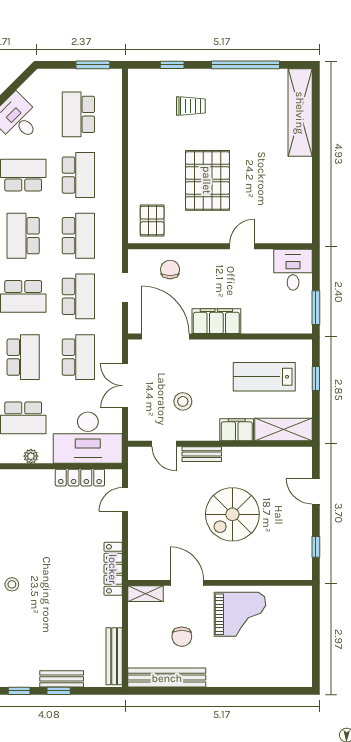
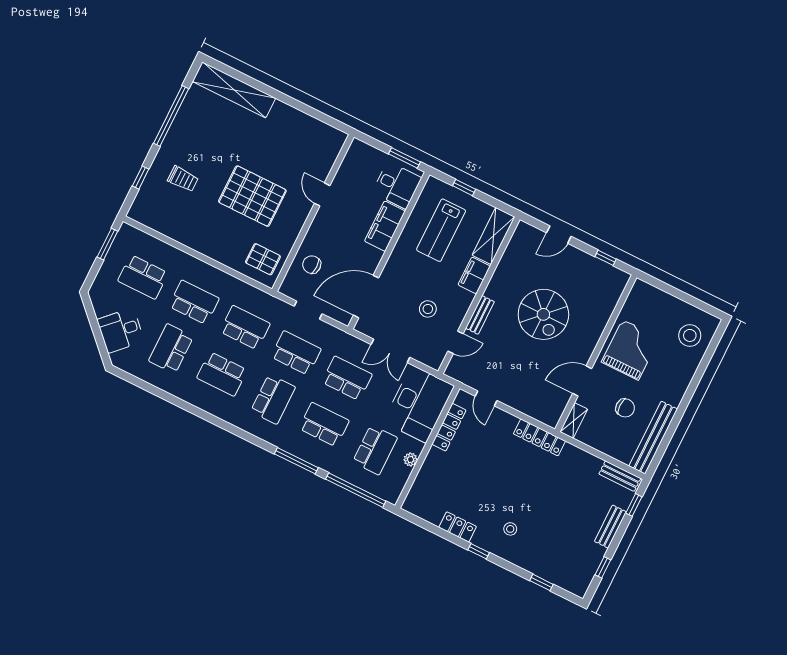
trolley: (191, 106) -> (183, 179), turned 90
desk: (293, 270) -> (397, 185), moved, turned 180
filing cabinet: (216, 321) -> (385, 226), moved
bench: (114, 656) -> (620, 476), width x0.73
stool: (282, 664) -> (690, 335), added
window: (59, 691) -> (634, 505), moved

